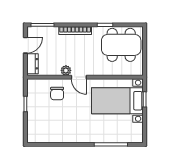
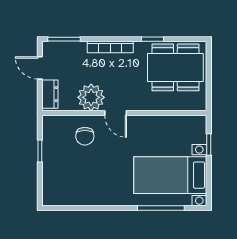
door: (25, 45) -> (40, 68), swing flipped
plant: (66, 70) -> (91, 97), width x1.88, depth x1.88
bed with nightstands: (117, 101) -> (170, 175), moved

